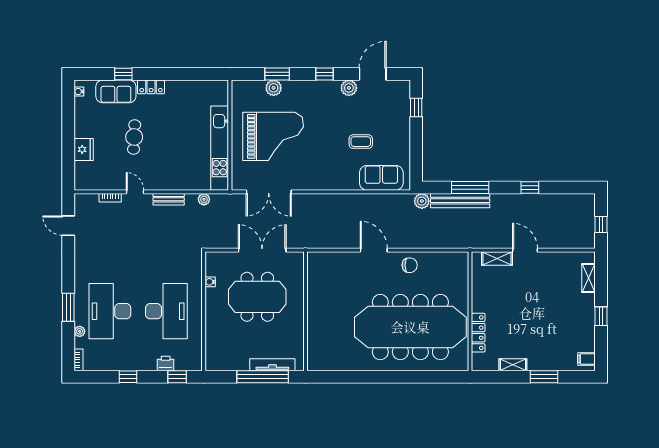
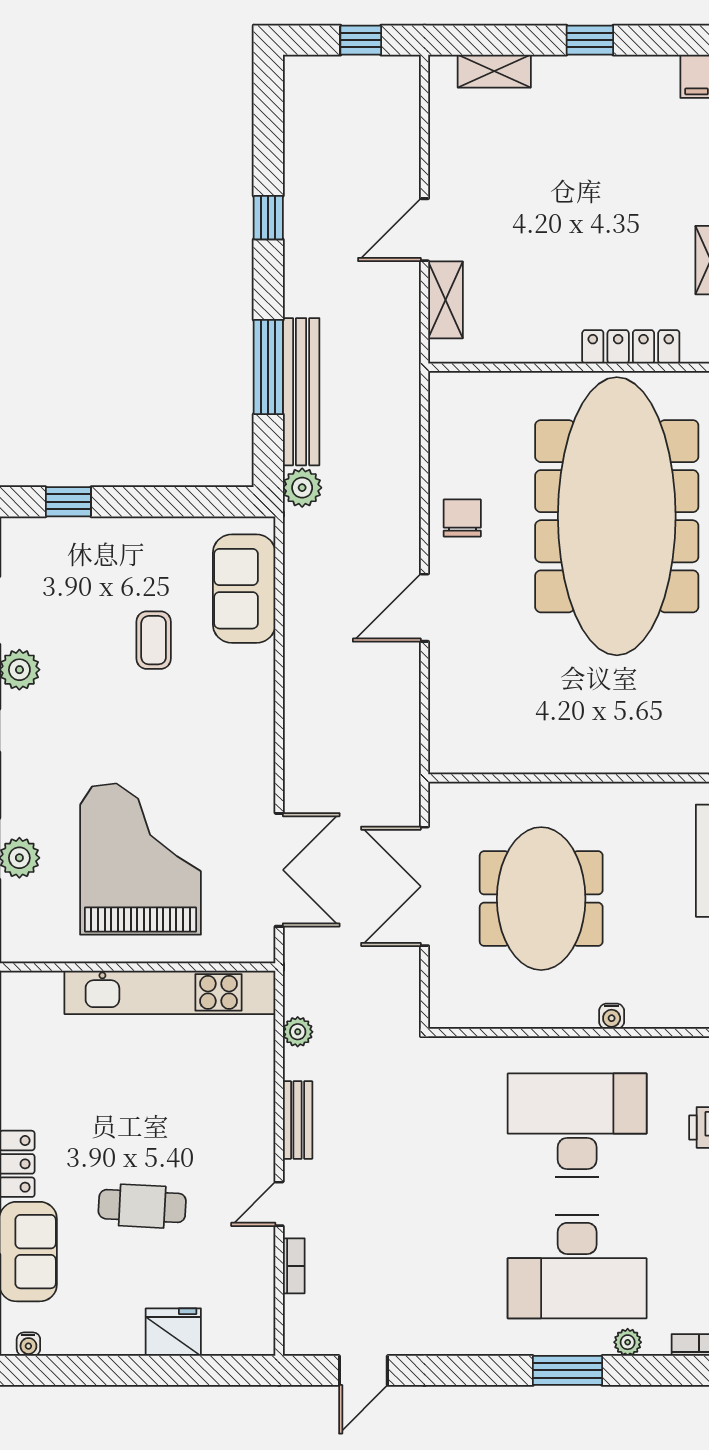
water cooler: (210, 282) -> (612, 1016), moved

